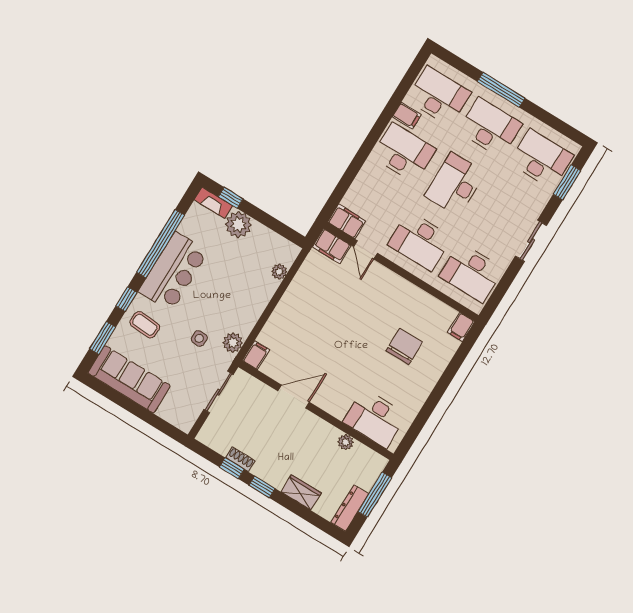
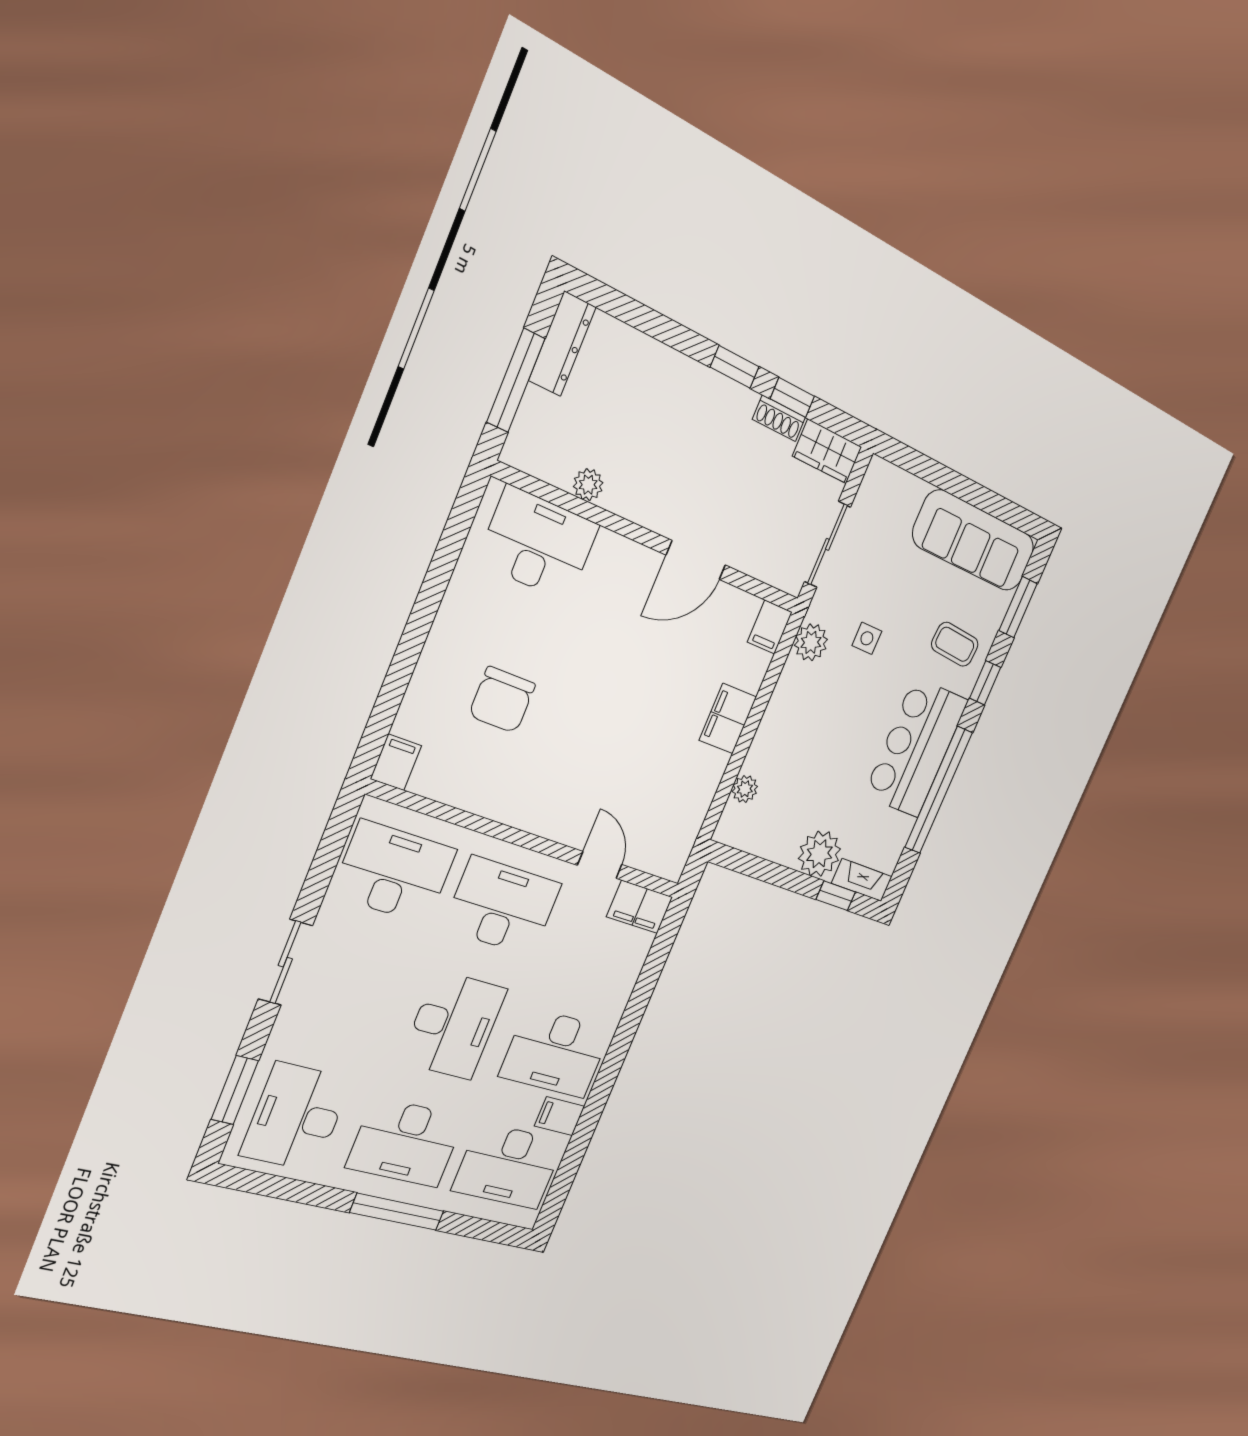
desk: (541, 159) -> (296, 1117), turned 90
filing cabinet: (332, 246) -> (728, 718), moved, turned -90
wardrobe: (301, 492) -> (827, 451), moved

